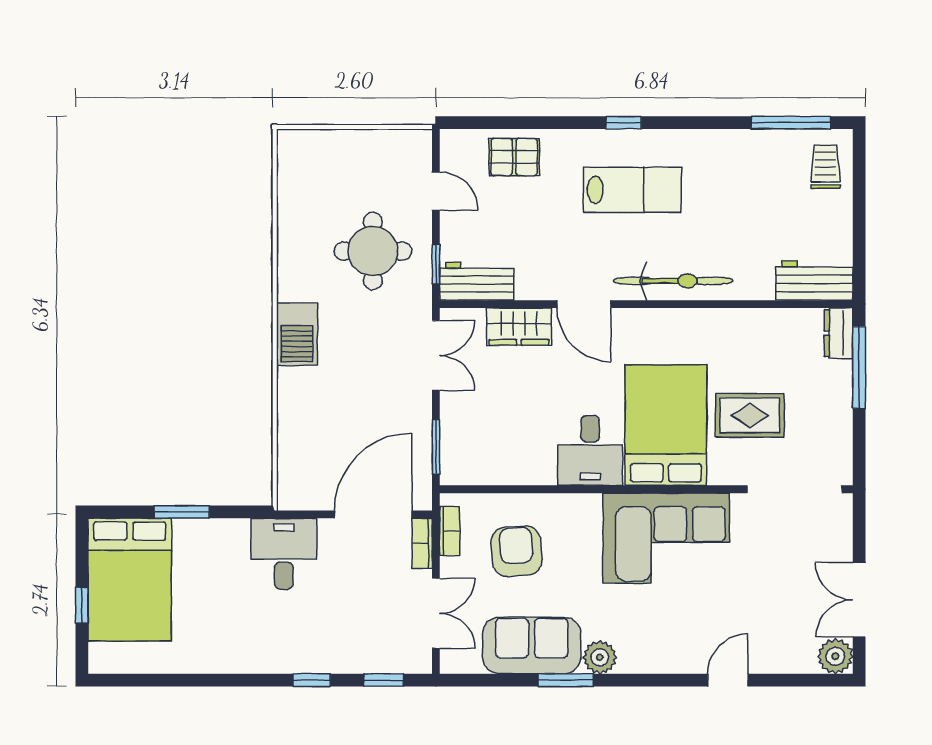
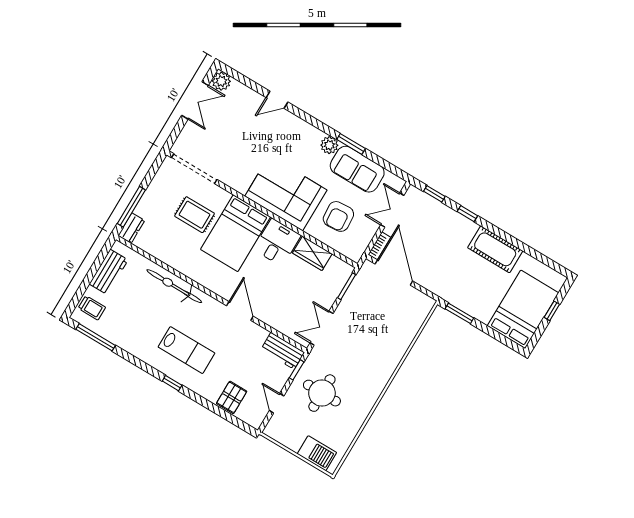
pallet: (514, 157) -> (232, 397), turned 90
trolley: (825, 167) -> (92, 308), turned -90
lab bench: (632, 190) -> (186, 350), turned 180
workbench: (814, 280) -> (109, 272), moved, turned -90
bicycle: (673, 281) -> (174, 286), moved
wardrobe: (519, 327) -> (312, 253), moved, turned 180
barbecue: (297, 334) -> (317, 453), moved, turned 90
window: (182, 512) -> (459, 313), moved
door: (373, 514) -> (394, 273), swing flipped
bookcase: (450, 531) -> (363, 244), removed
corner sofa: (666, 538) -> (286, 193), moved
desk: (284, 554) -> (445, 279), removed
cot: (232, 649) -> (495, 249), added

